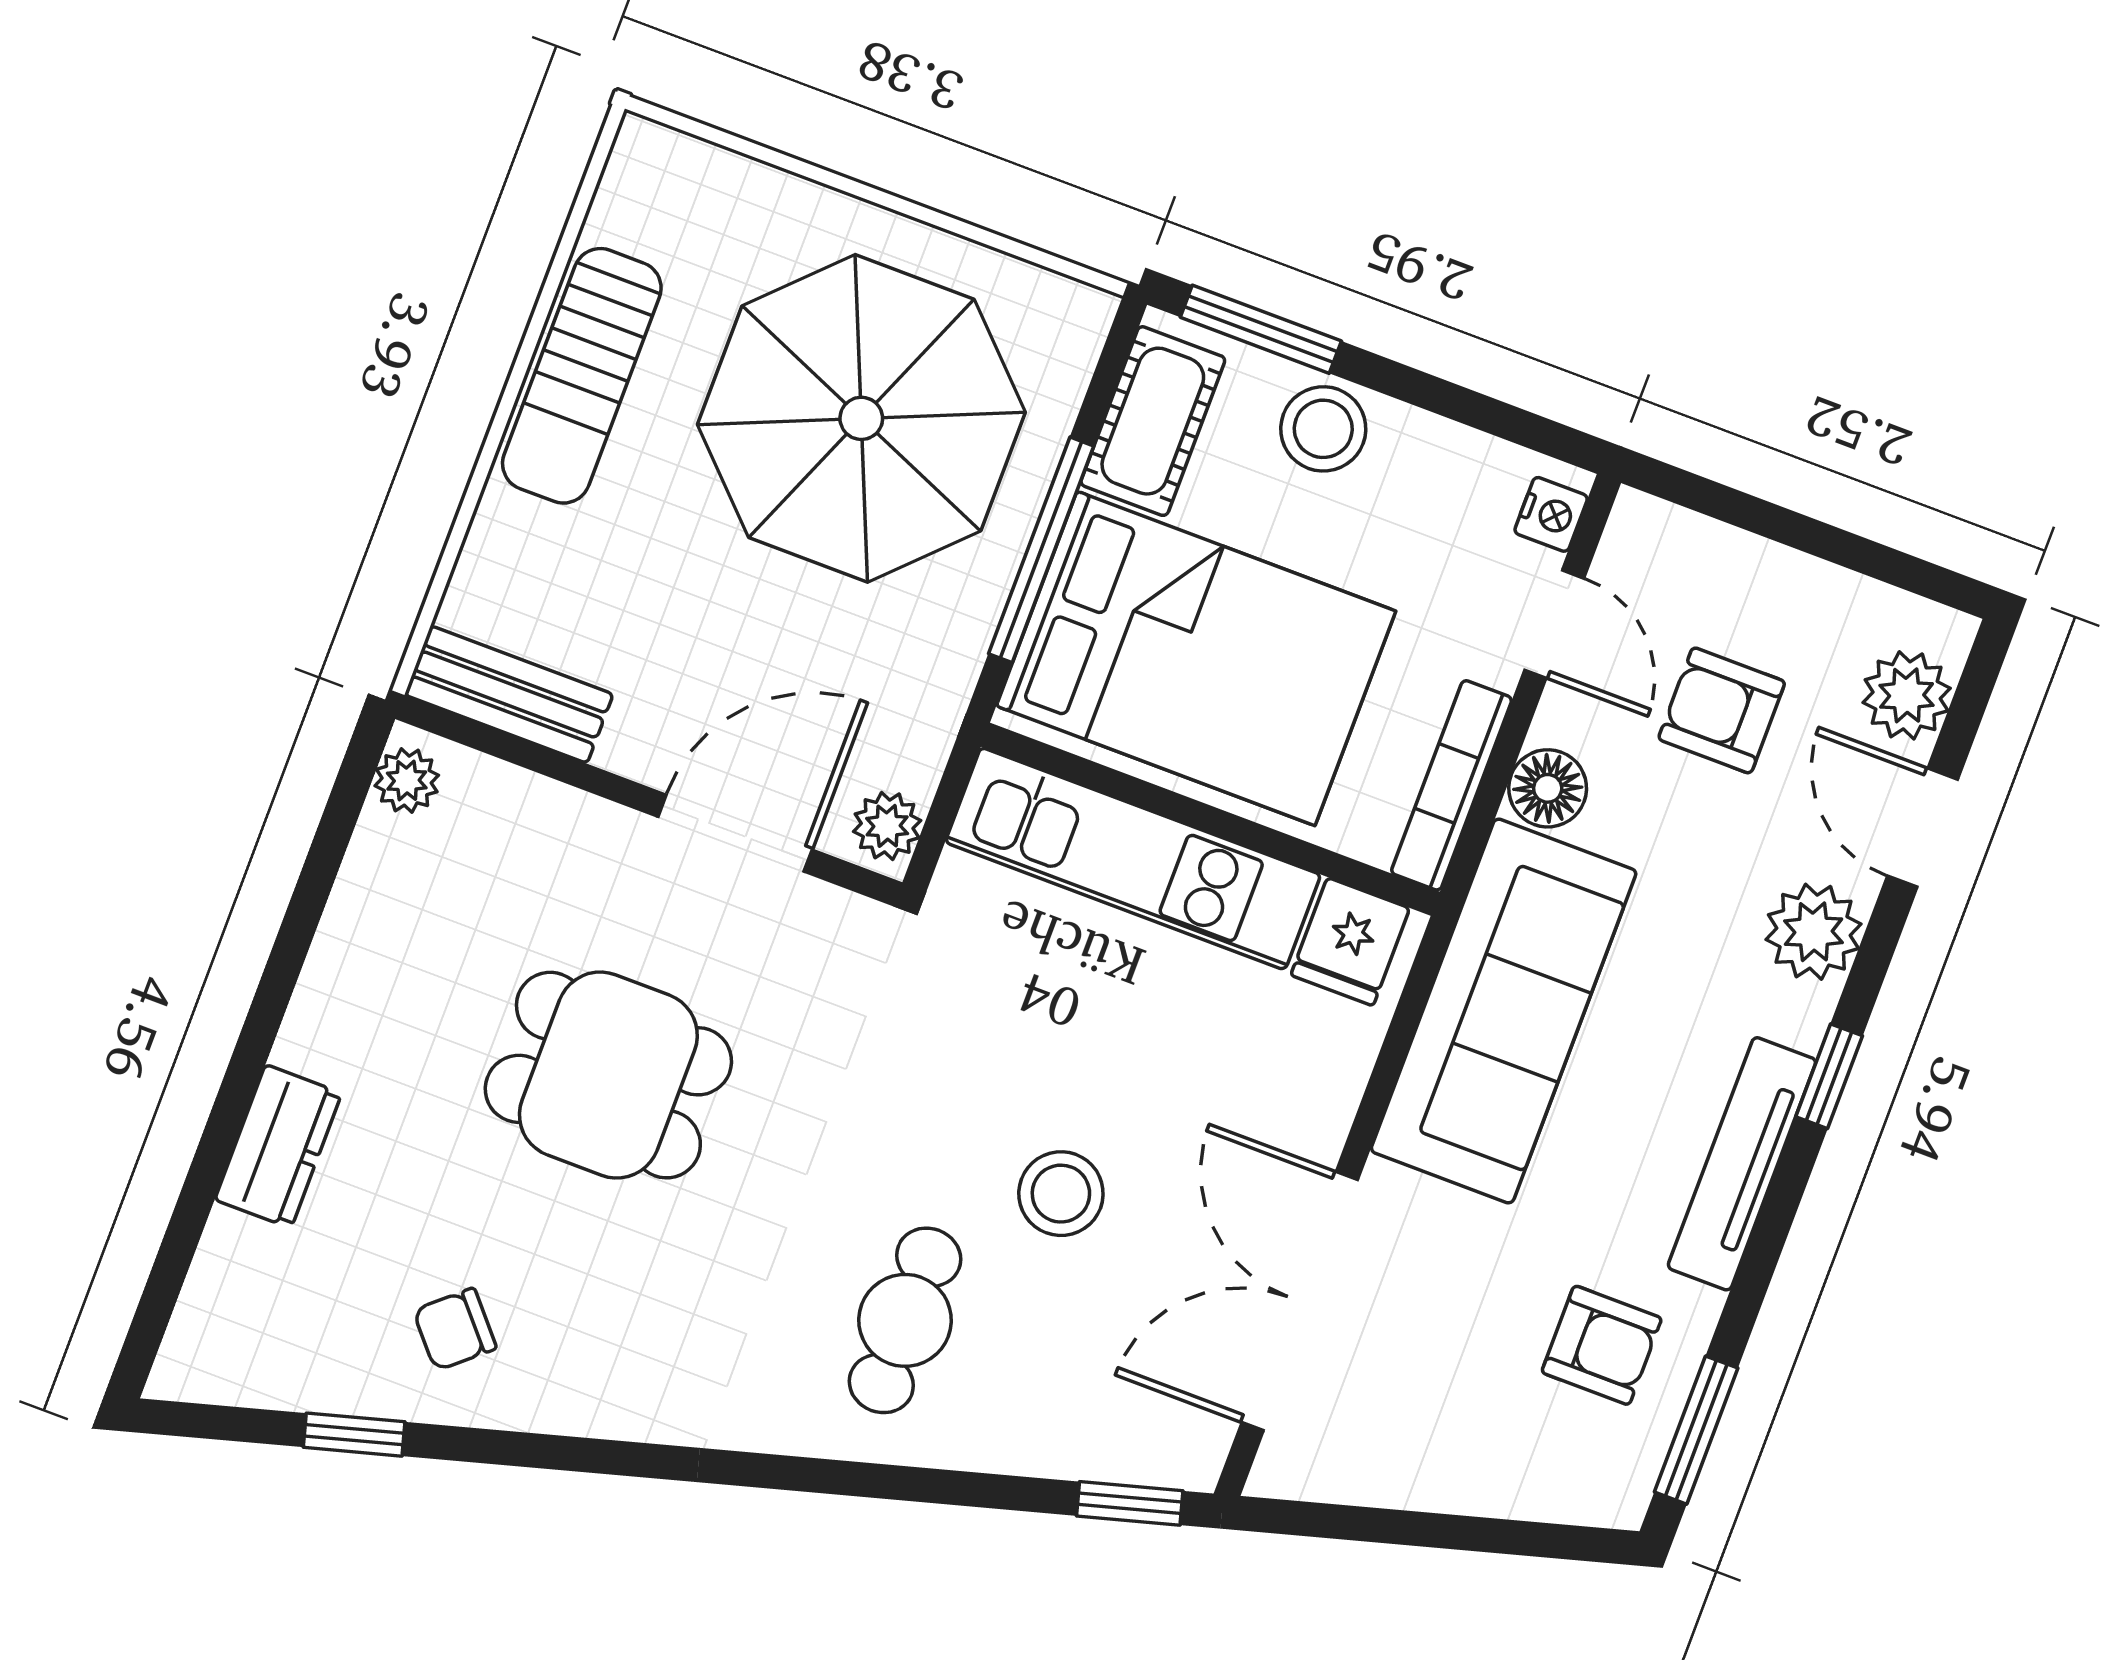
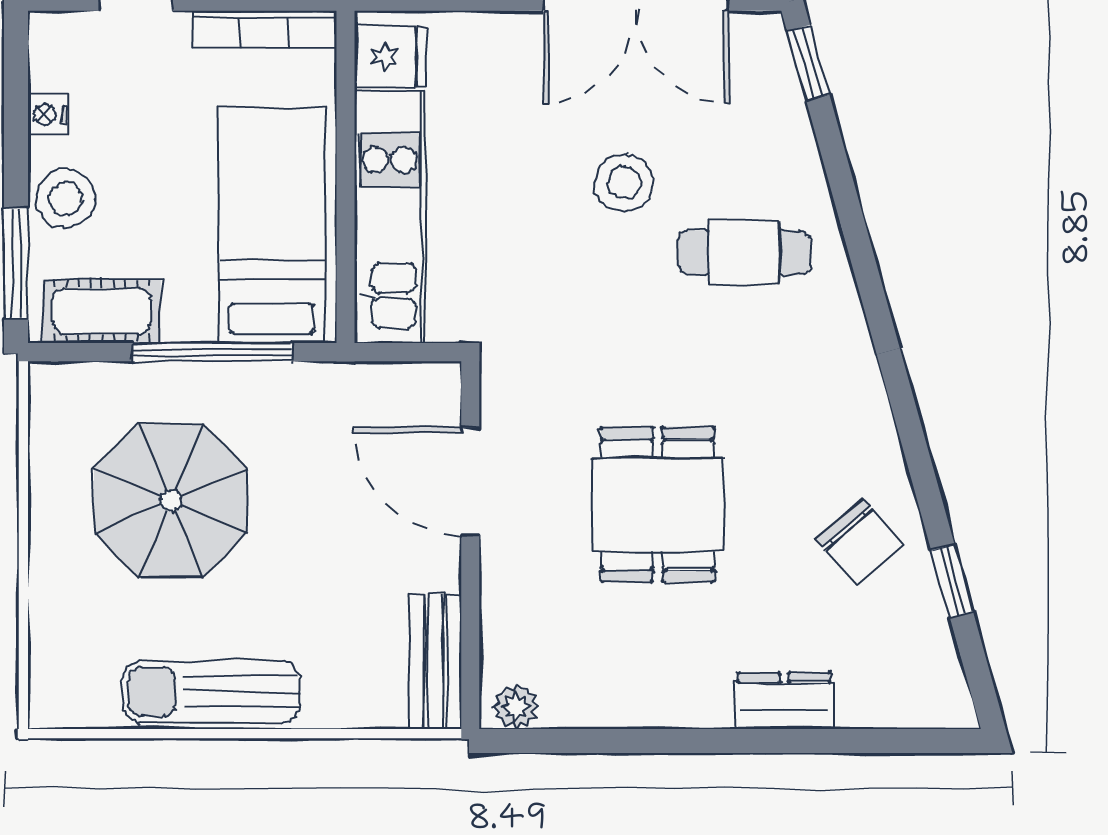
sun lounger: (582, 376) -> (211, 692), turned 180
parasol: (861, 418) -> (171, 501), width x0.73, depth x0.73
nightstand: (1551, 514) -> (48, 114), moved, turned -90
bed: (1196, 658) -> (271, 225), width x0.67
plant: (887, 826) -> (429, 385), removed
chair: (455, 1329) -> (860, 542), width x1.37, depth x1.37

